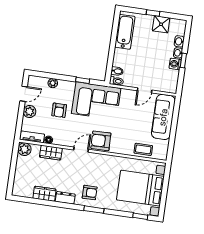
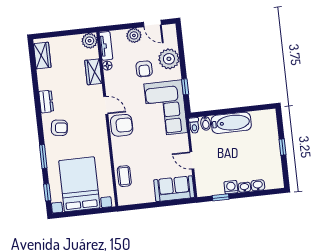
shower: (161, 24) -> (272, 160), removed
bathtub: (125, 32) -> (231, 123), moved
window: (183, 61) -> (221, 197), moved
plant: (53, 83) -> (169, 59), width x1.87, depth x1.87
armchair: (59, 110) -> (144, 69), turned -90
sofa: (163, 117) -> (174, 189), width x0.73
armchair: (101, 141) -> (122, 125), turned 91
armchair: (90, 193) -> (59, 128), turned -82
wardrobe: (44, 194) -> (42, 55), moved
window: (94, 210) -> (43, 156), moved

